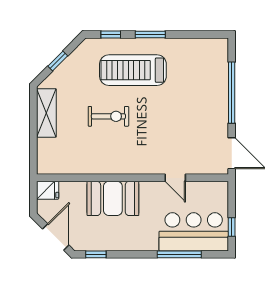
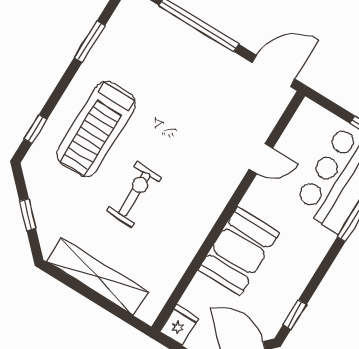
window: (150, 35) -> (90, 42), moved
shelving: (46, 113) -> (97, 277), width x1.47

